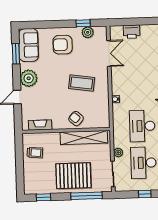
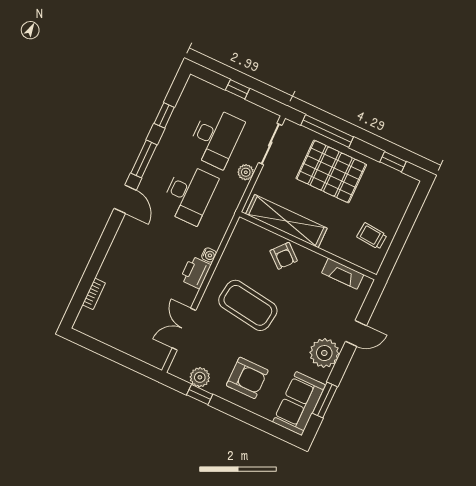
printer: (132, 32) -> (195, 272), moved, turned -90
coffee table: (82, 83) -> (248, 305), width x1.36, depth x1.32

